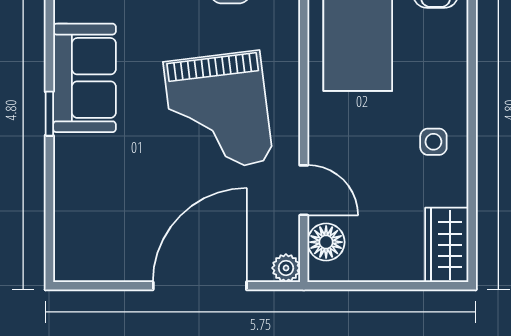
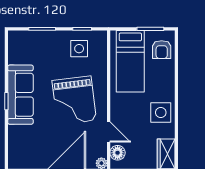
sofa: (84, 78) -> (20, 95), width x1.36
side table: (433, 142) -> (161, 112), width x1.87, depth x1.87

